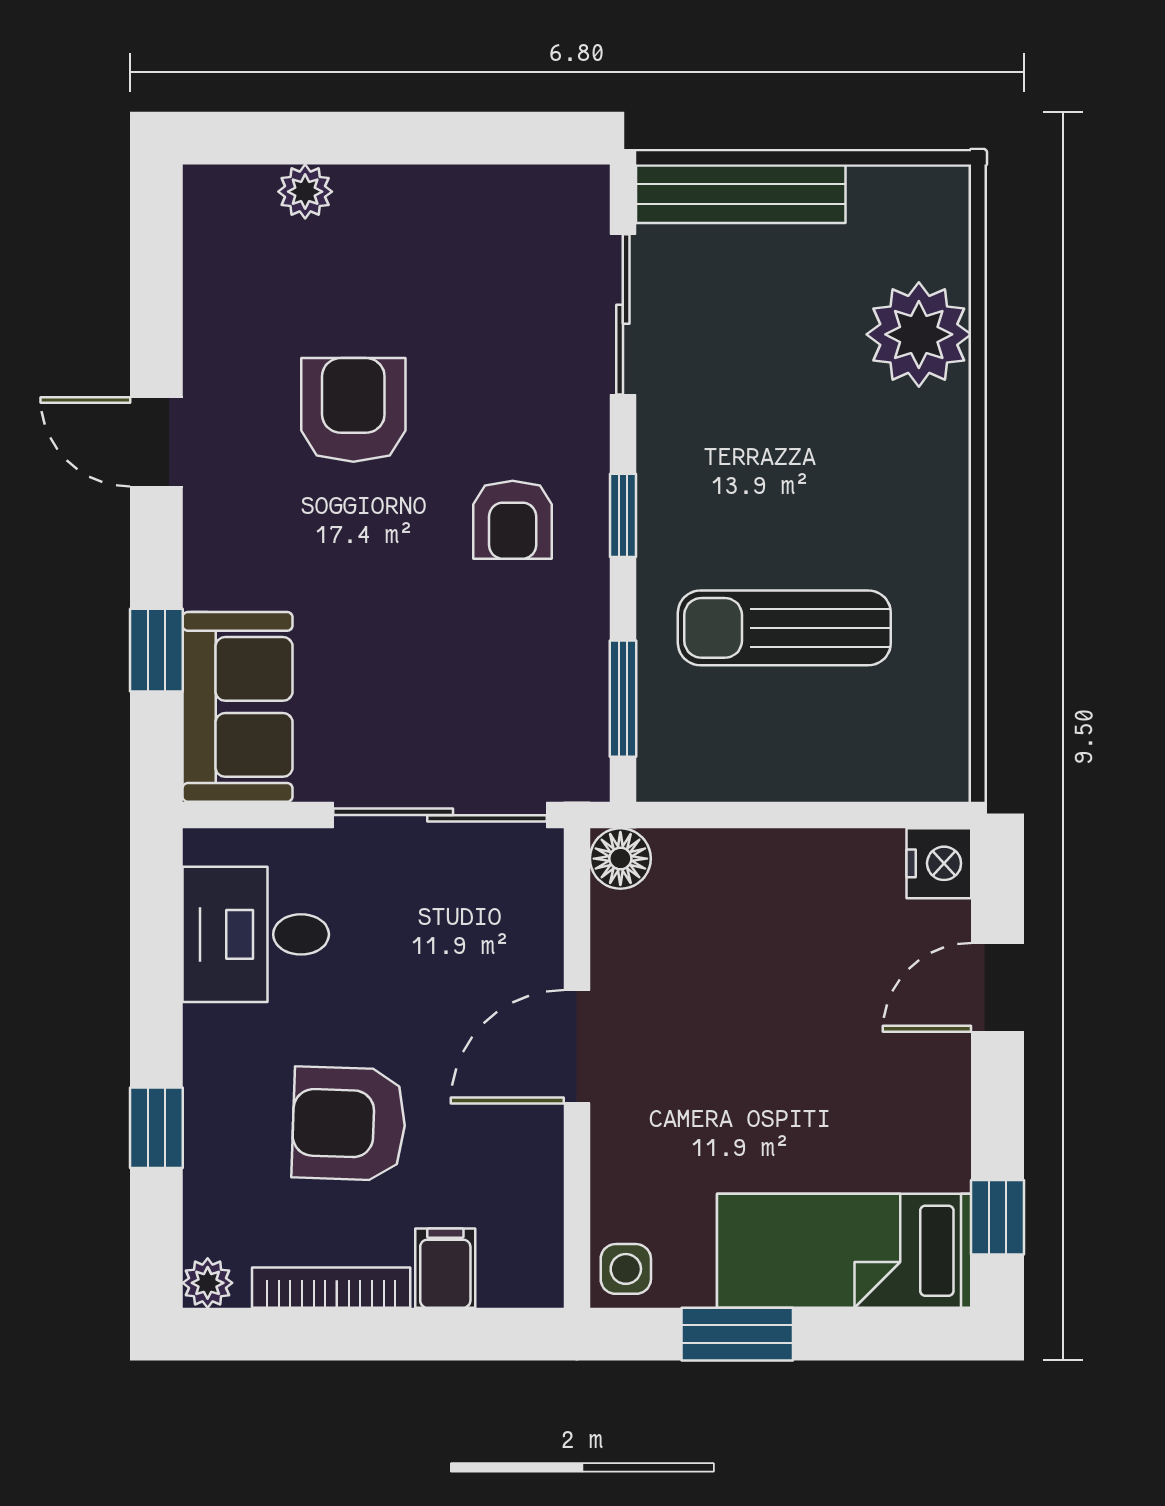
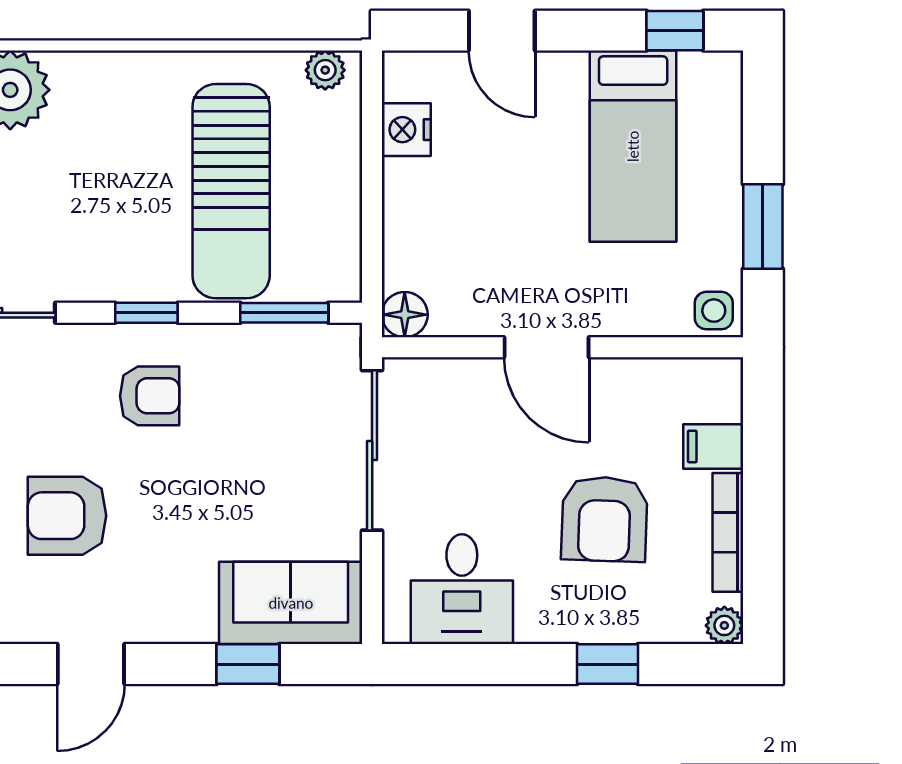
sun lounger: (784, 628) -> (231, 191), width x1.36, depth x1.34
plant: (945, 753) -> (325, 70), added
nightstand: (939, 863) -> (406, 130), moved, turned -90
bed: (844, 1251) -> (633, 146), moved

